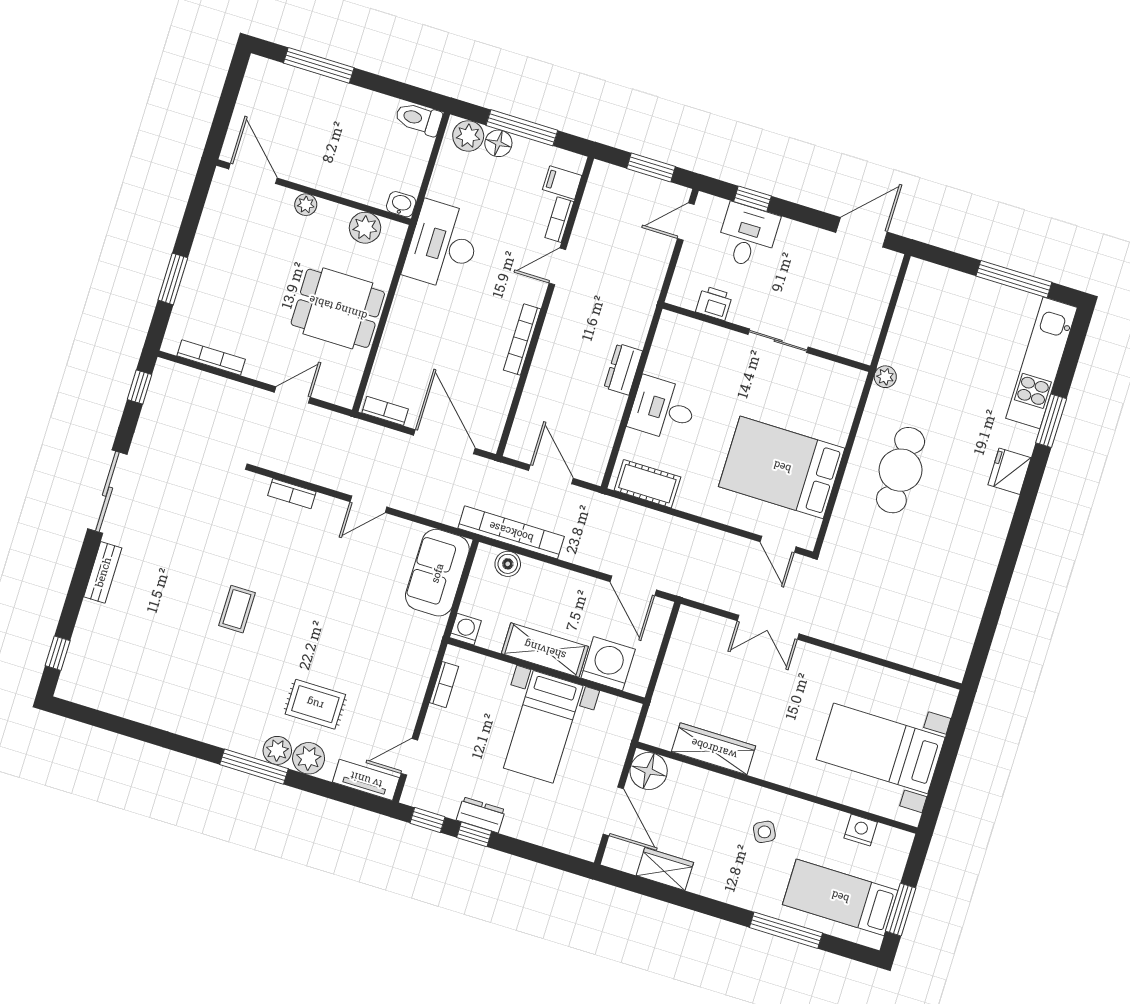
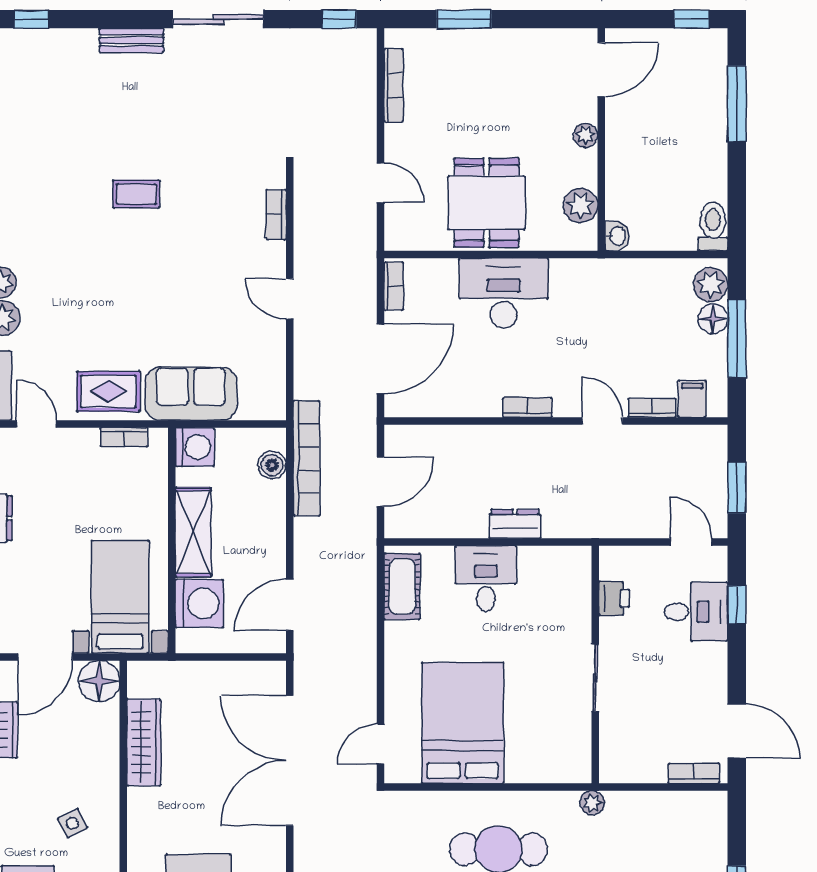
window: (233, 82) -> (692, 19), added
desk: (443, 245) -> (504, 293), moved
bookcase: (887, 281) -> (694, 773), added
bookcase: (522, 339) -> (527, 407), width x0.64
sofa: (437, 573) -> (191, 394), moved
double door: (768, 627) -> (290, 761), width x1.87
washing machine: (465, 629) -> (195, 447), width x1.38, depth x1.38
rug: (315, 704) -> (108, 391), moved, turned 90
bed with nightstands: (543, 727) -> (120, 597), moved, turned 90

